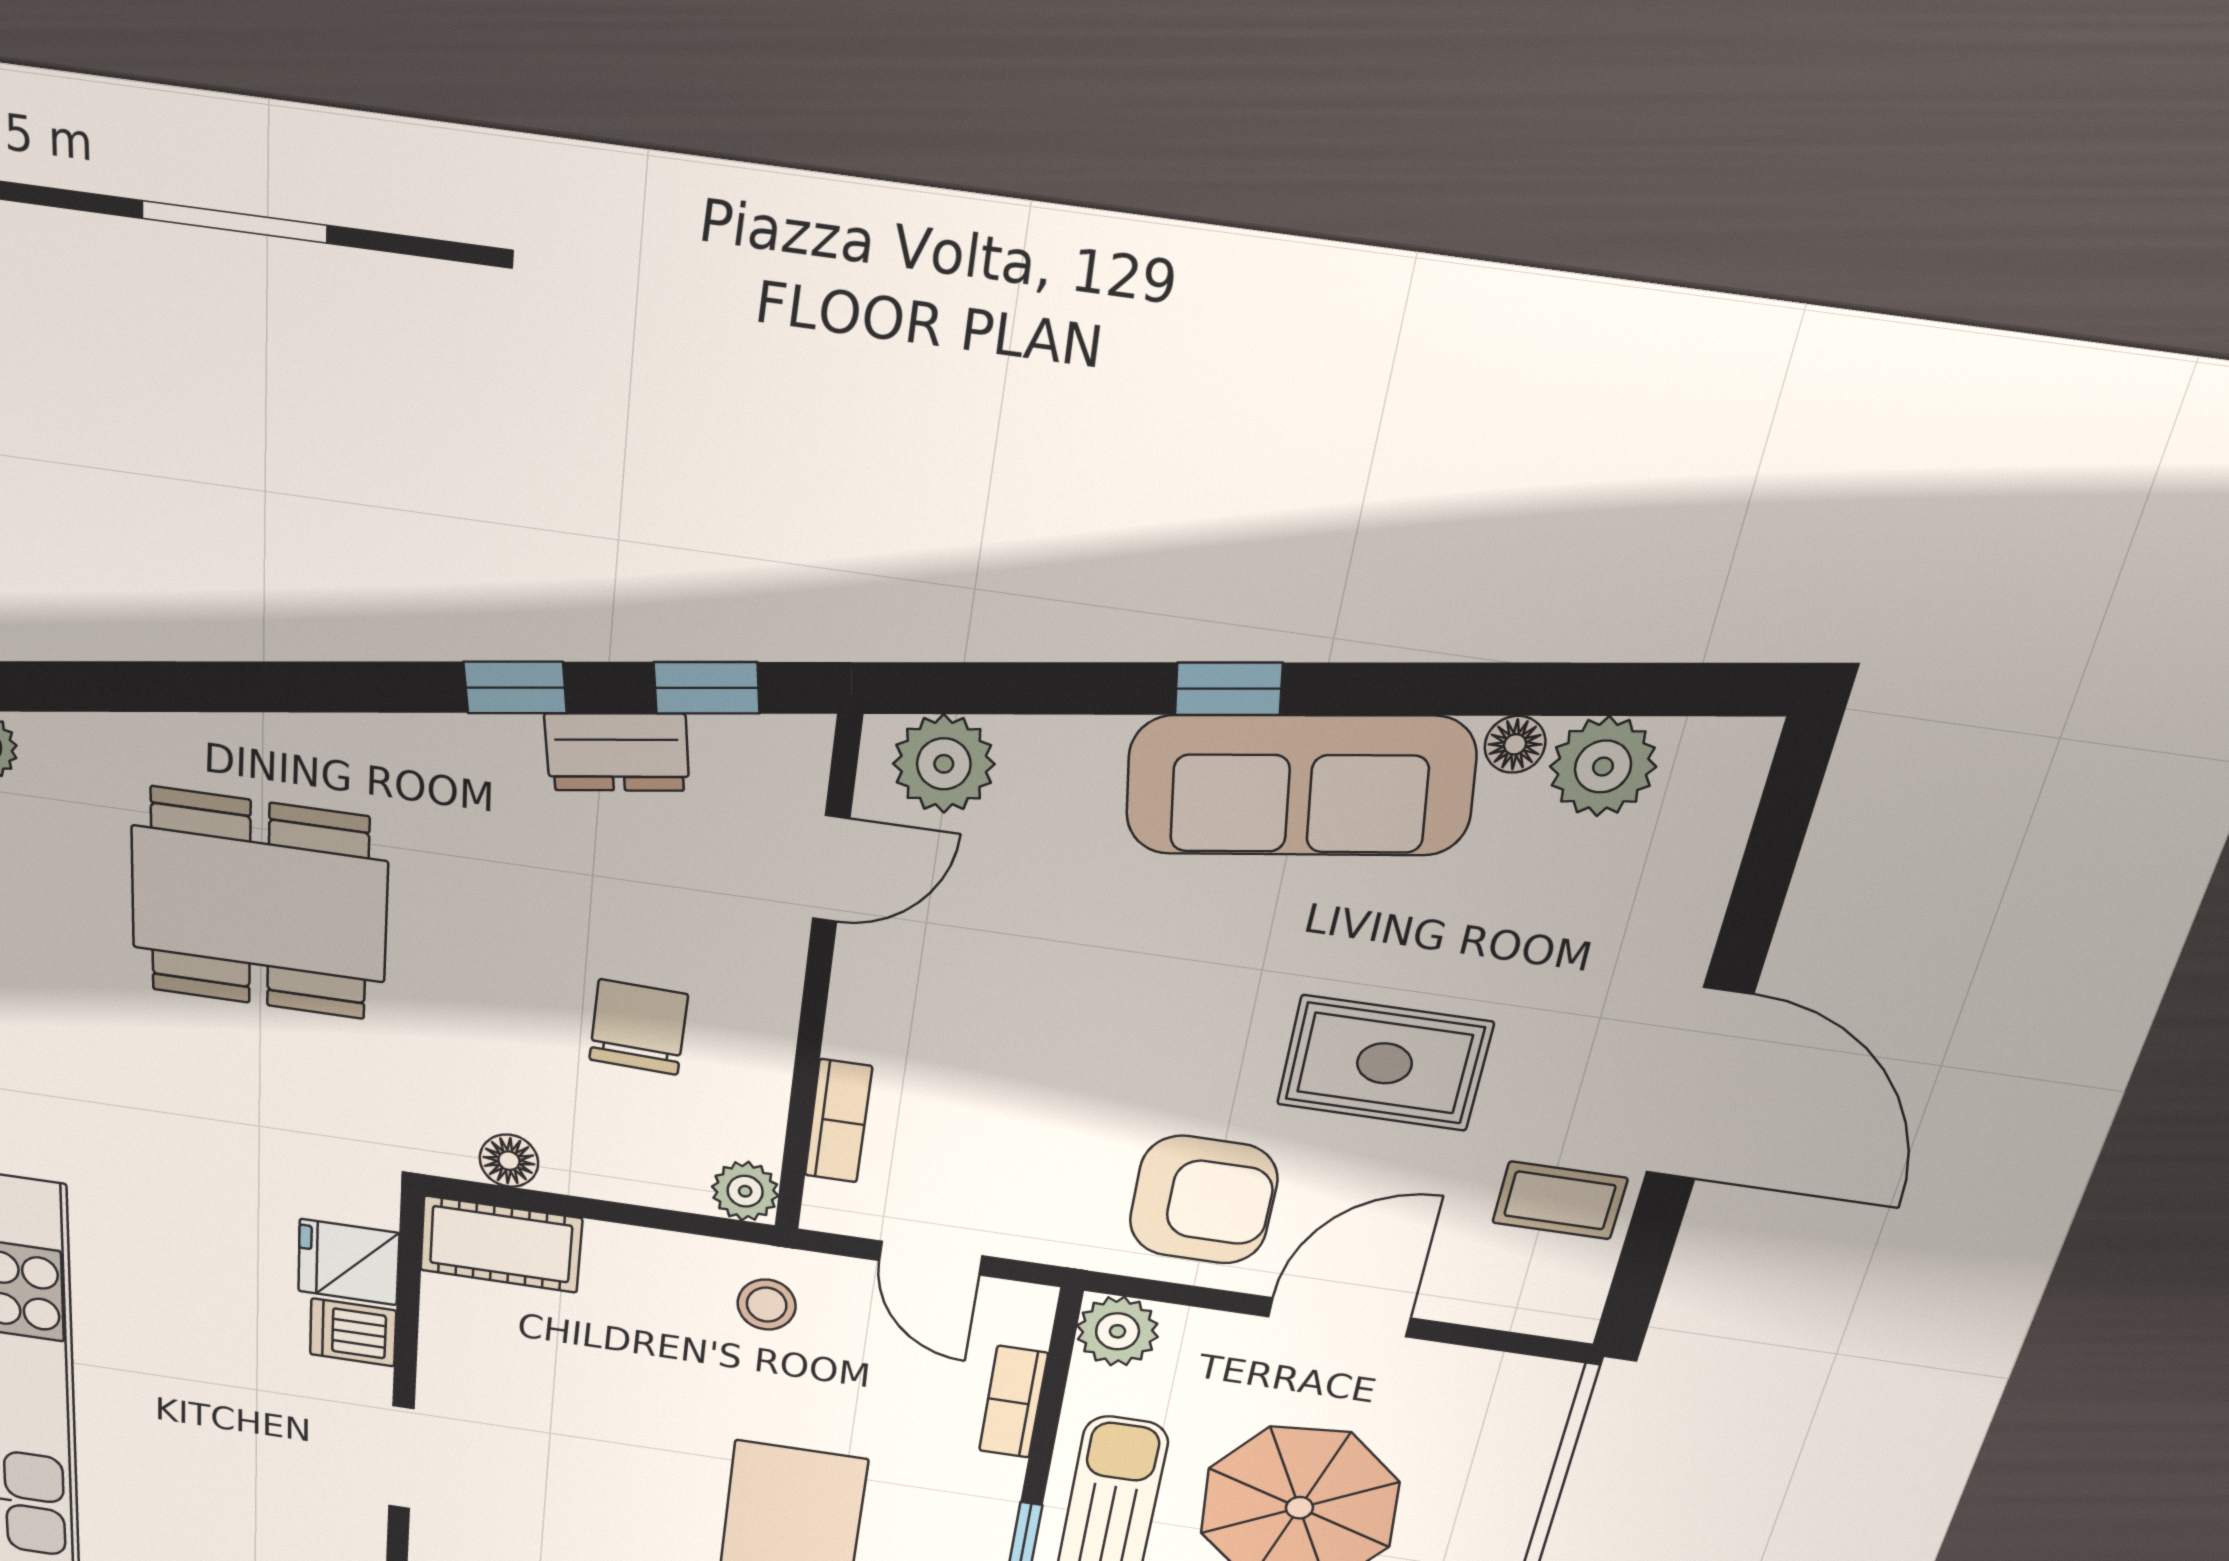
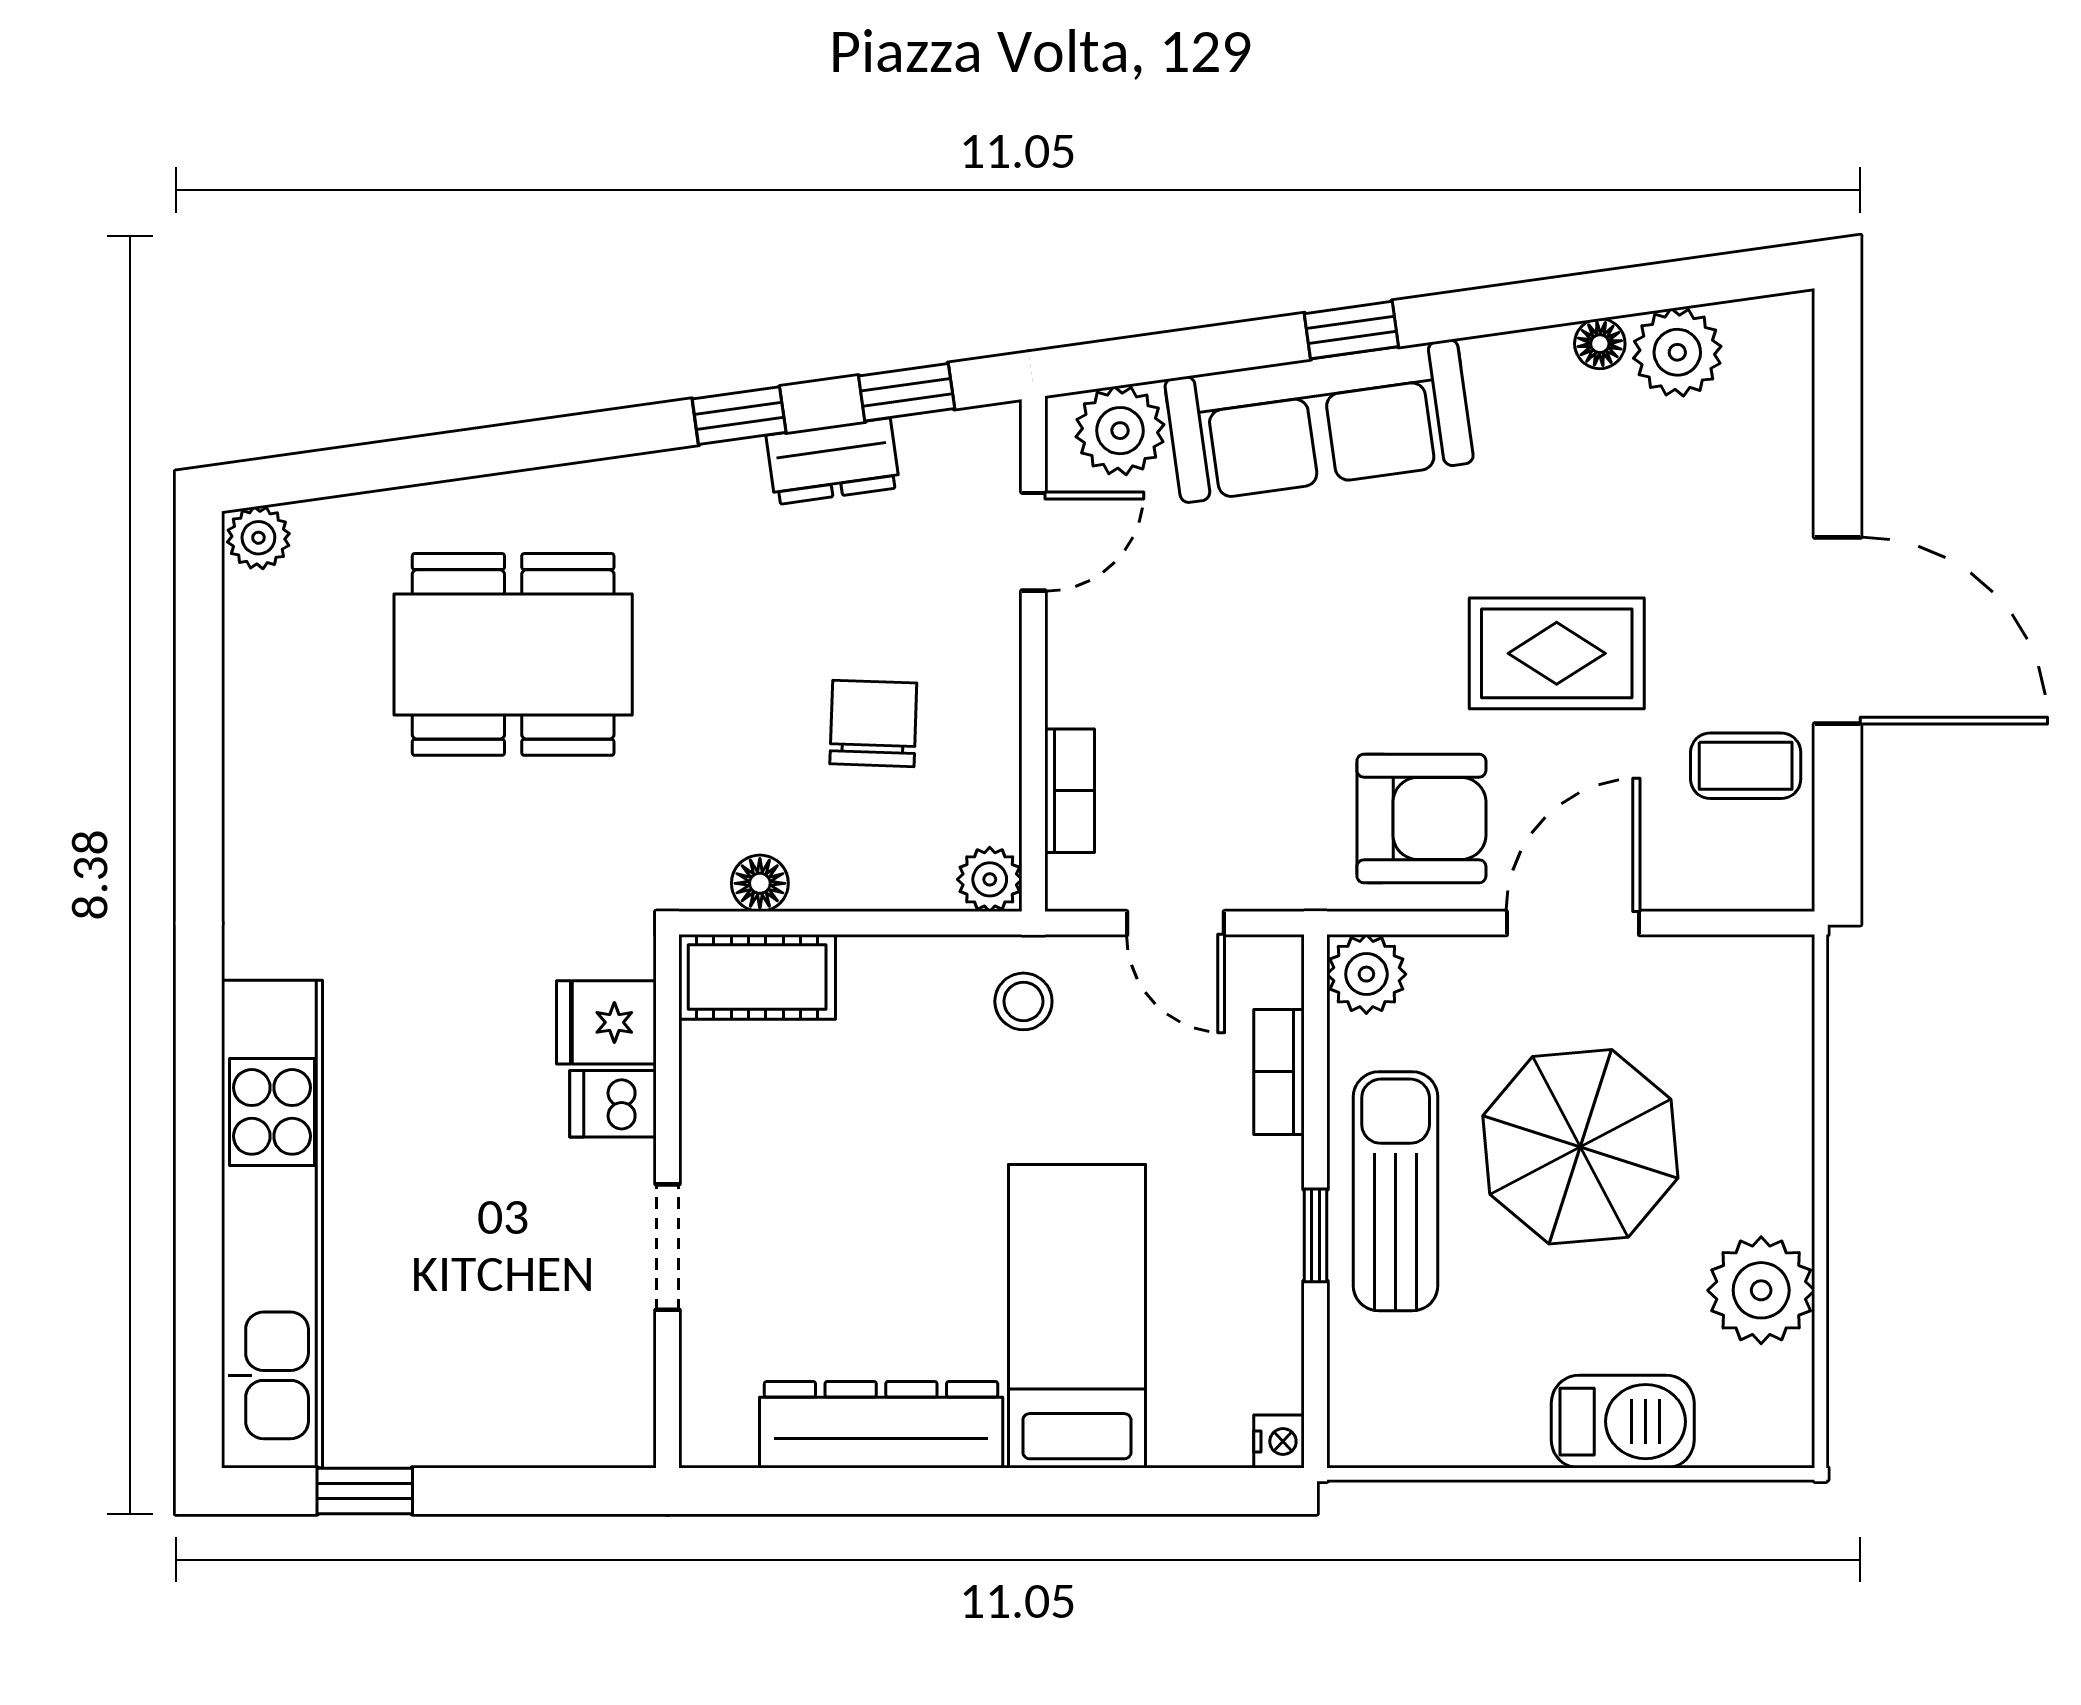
sofa: (1300, 786) -> (1319, 421), moved

